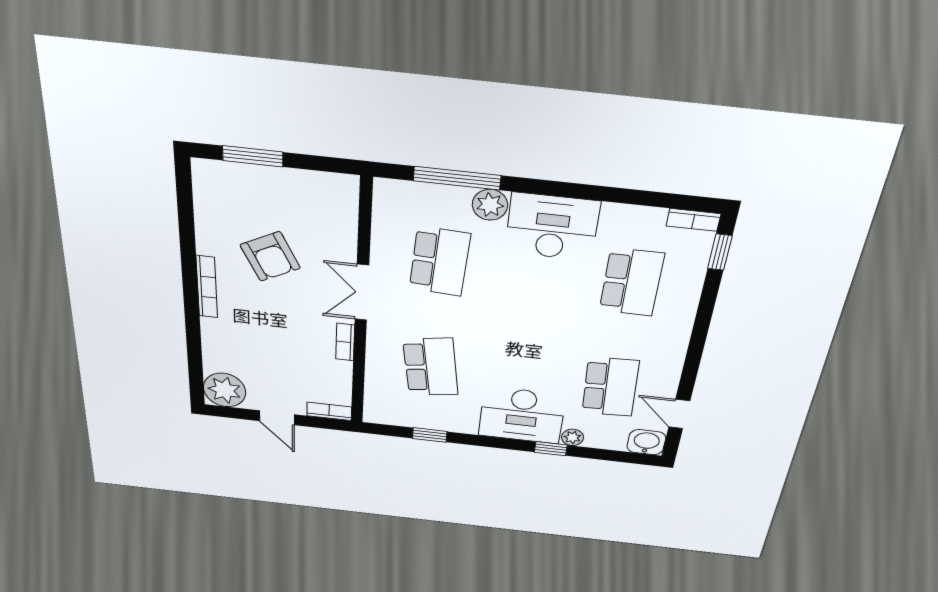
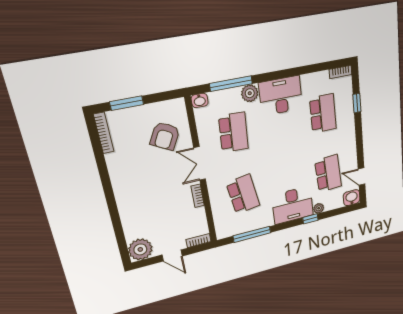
washbasin: (388, 190) -> (200, 100), added
window: (720, 252) -> (357, 103), moved
armchair: (270, 256) -> (165, 136), moved, turned 55
bookcase: (207, 287) -> (104, 133), moved
window: (430, 435) -> (252, 234), width x2.17

